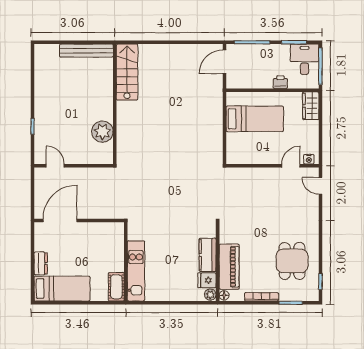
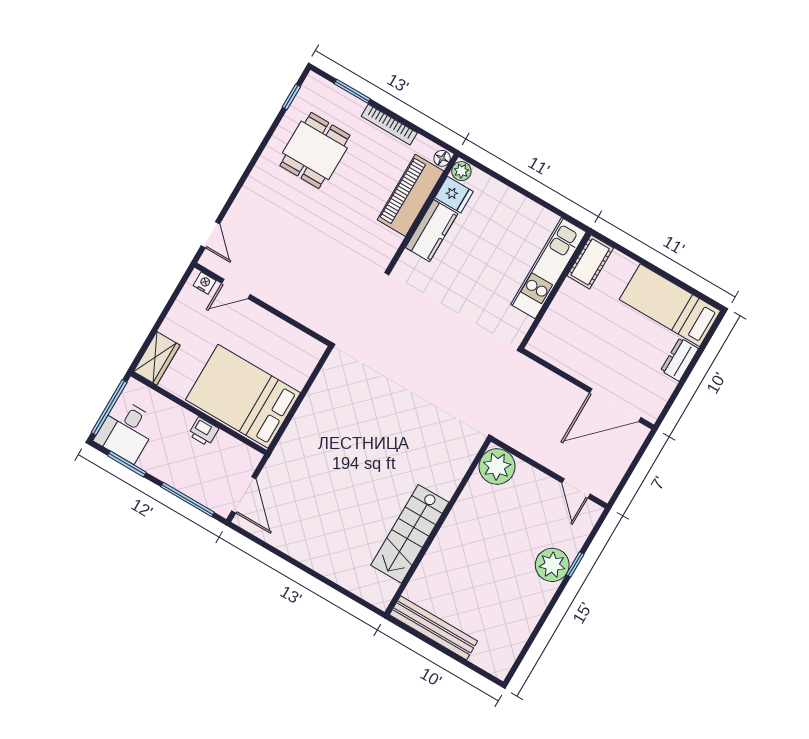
door: (224, 62) -> (244, 495), hinge flipped
stairs: (127, 72) -> (410, 534), moved
printer: (280, 82) -> (203, 432), moved
plant: (44, 119) -> (552, 565), added
bed: (255, 119) -> (243, 396), width x1.50
plant: (102, 132) -> (497, 466), moved

